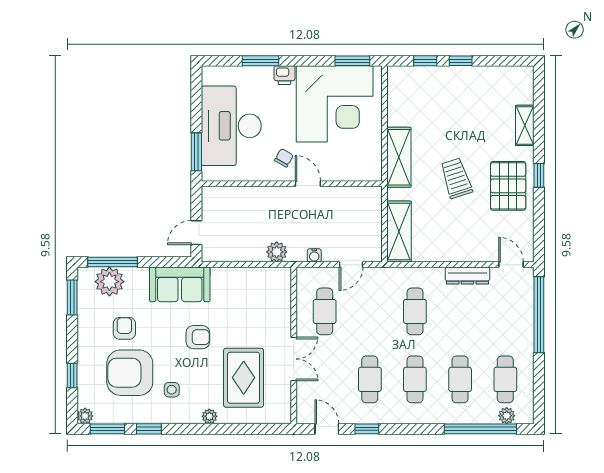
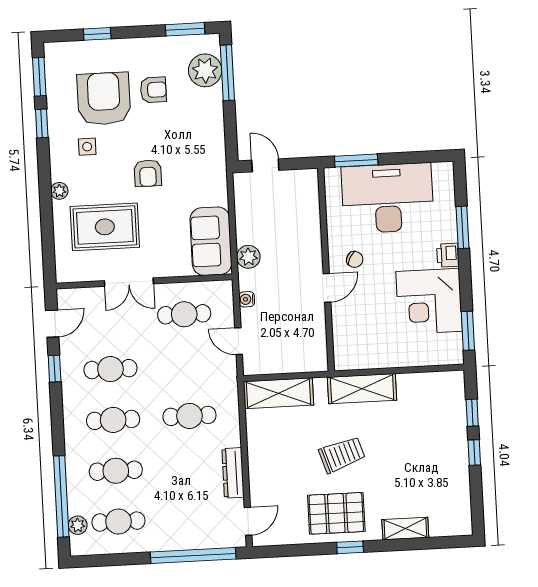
corner desk: (335, 104) -> (429, 301), width x0.74, depth x0.74
sofa: (180, 284) -> (211, 241), moved
plant: (85, 416) -> (52, 51), removed

